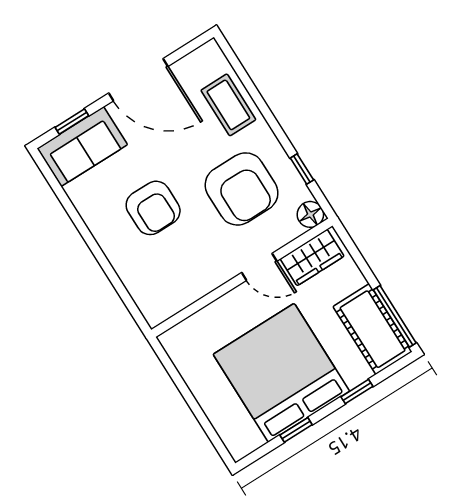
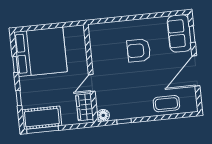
armchair: (242, 189) -> (128, 92), removed
bed: (281, 373) -> (41, 52), moved

